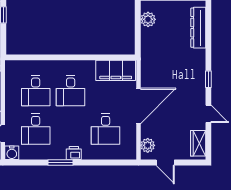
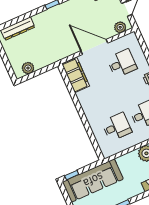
desk: (71, 91) -> (105, 101), removed

